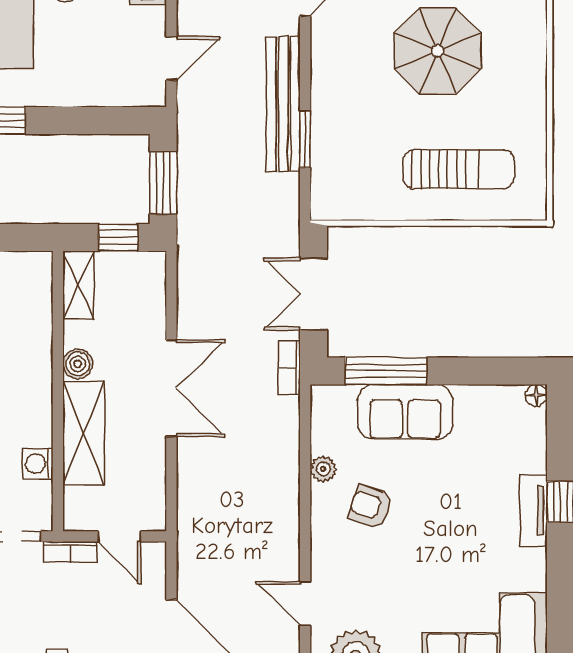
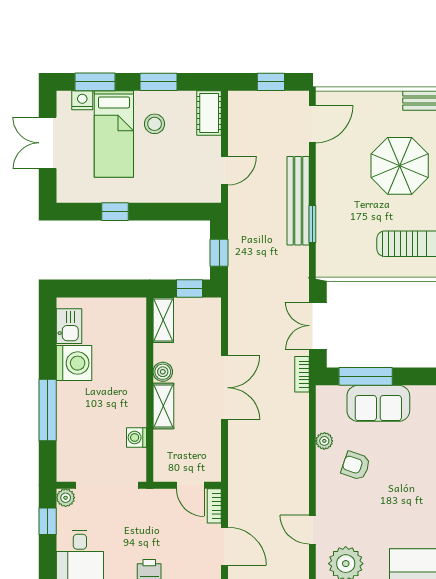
window: (163, 183) -> (219, 253), width x0.67
shelving: (84, 433) -> (163, 406), width x0.67, depth x0.75
bookcase: (70, 552) -> (214, 506), moved, turned 90

